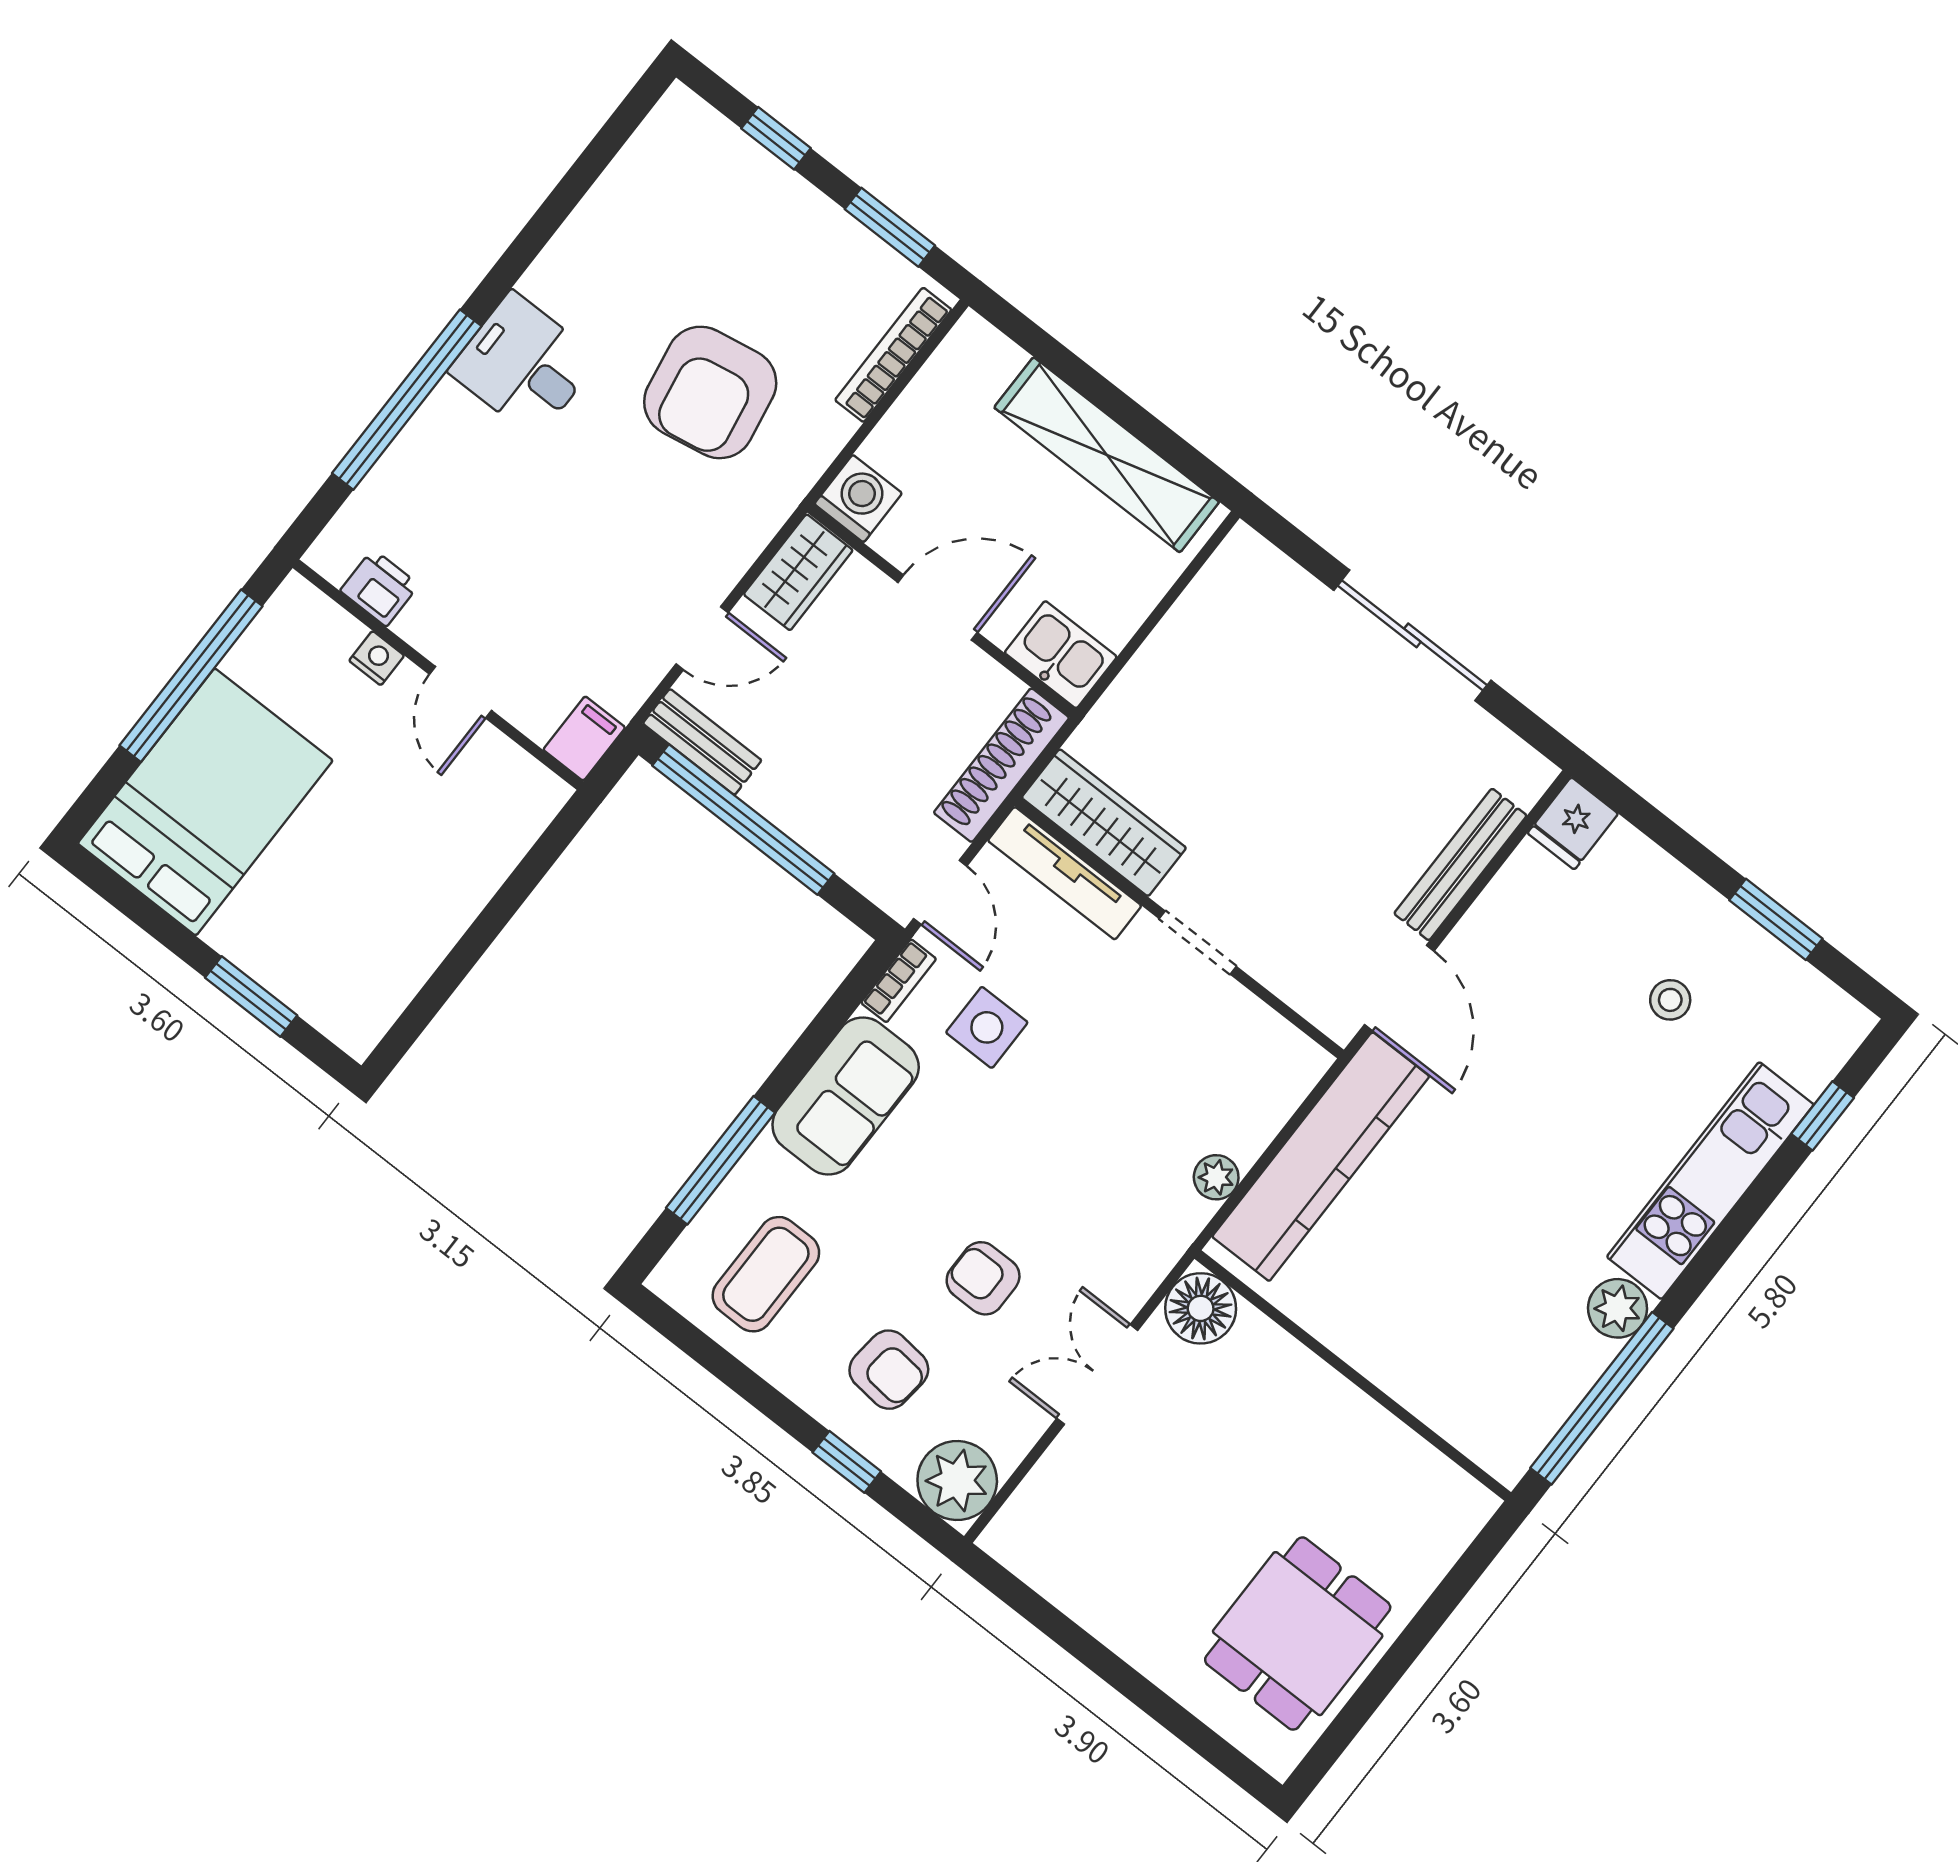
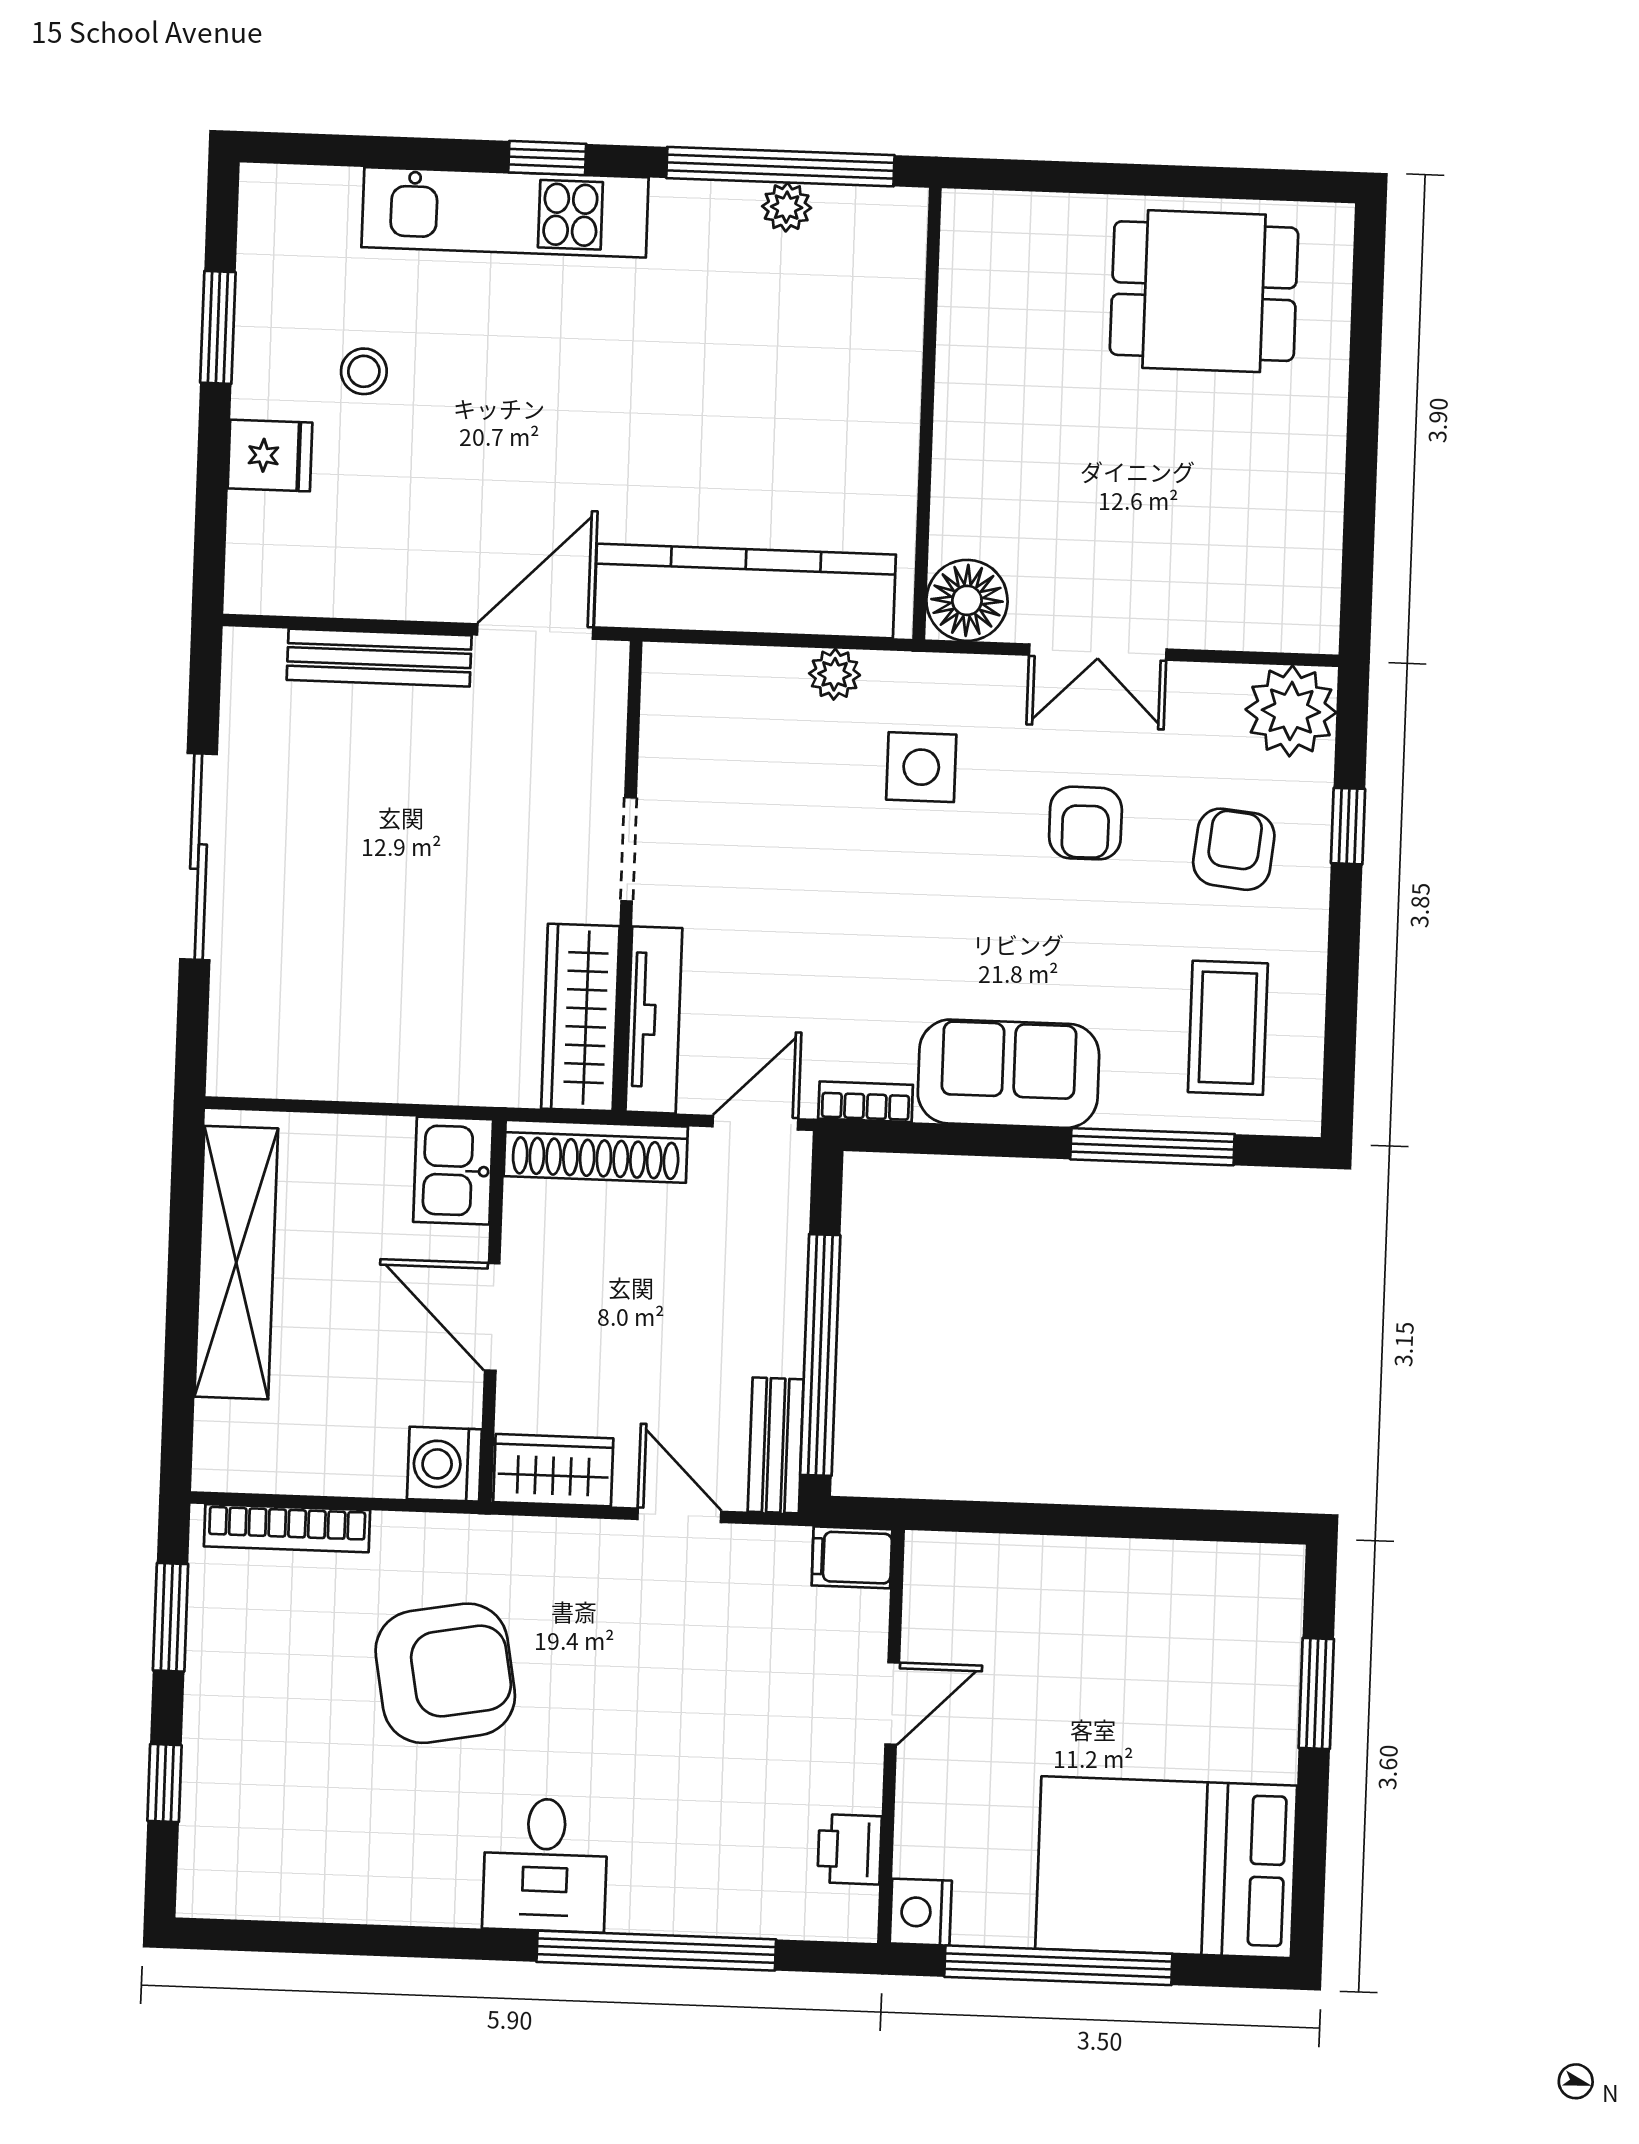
nightstand: (377, 658) -> (921, 1912), moved, width x1.39, depth x1.35
fridge: (1573, 823) -> (270, 456), moved
side table: (987, 1027) -> (921, 767), moved
window: (1823, 1116) -> (547, 158), moved
coffee table: (766, 1274) -> (1228, 1028), turned 90
plant: (1618, 1308) -> (787, 207), moved, width x0.73, depth x0.73

